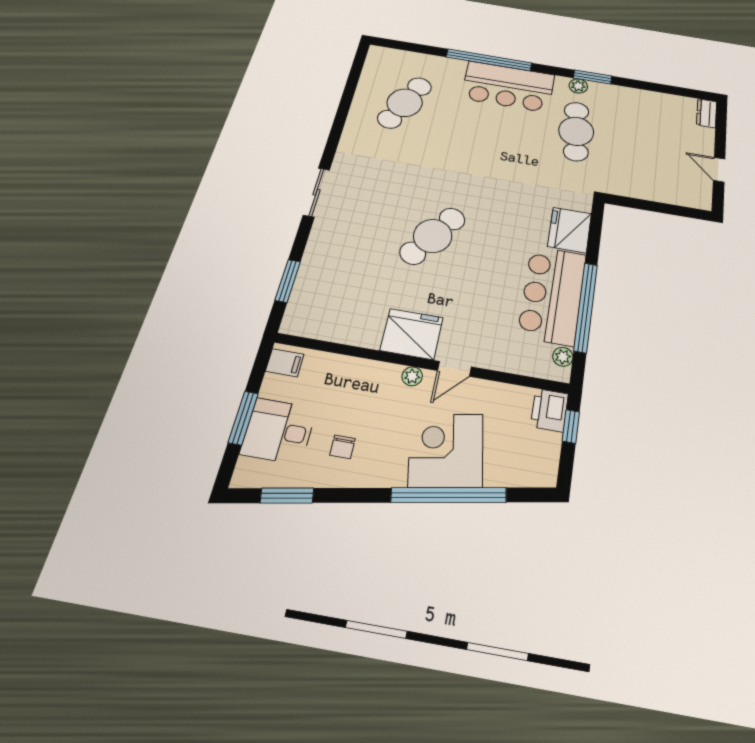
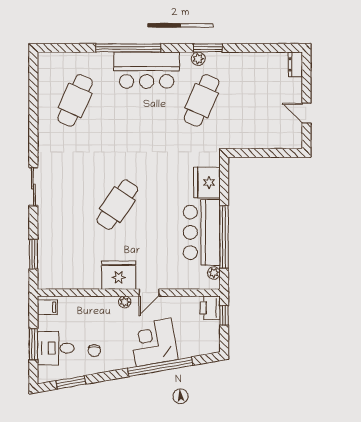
cafe table: (576, 131) -> (202, 100), turned 30

